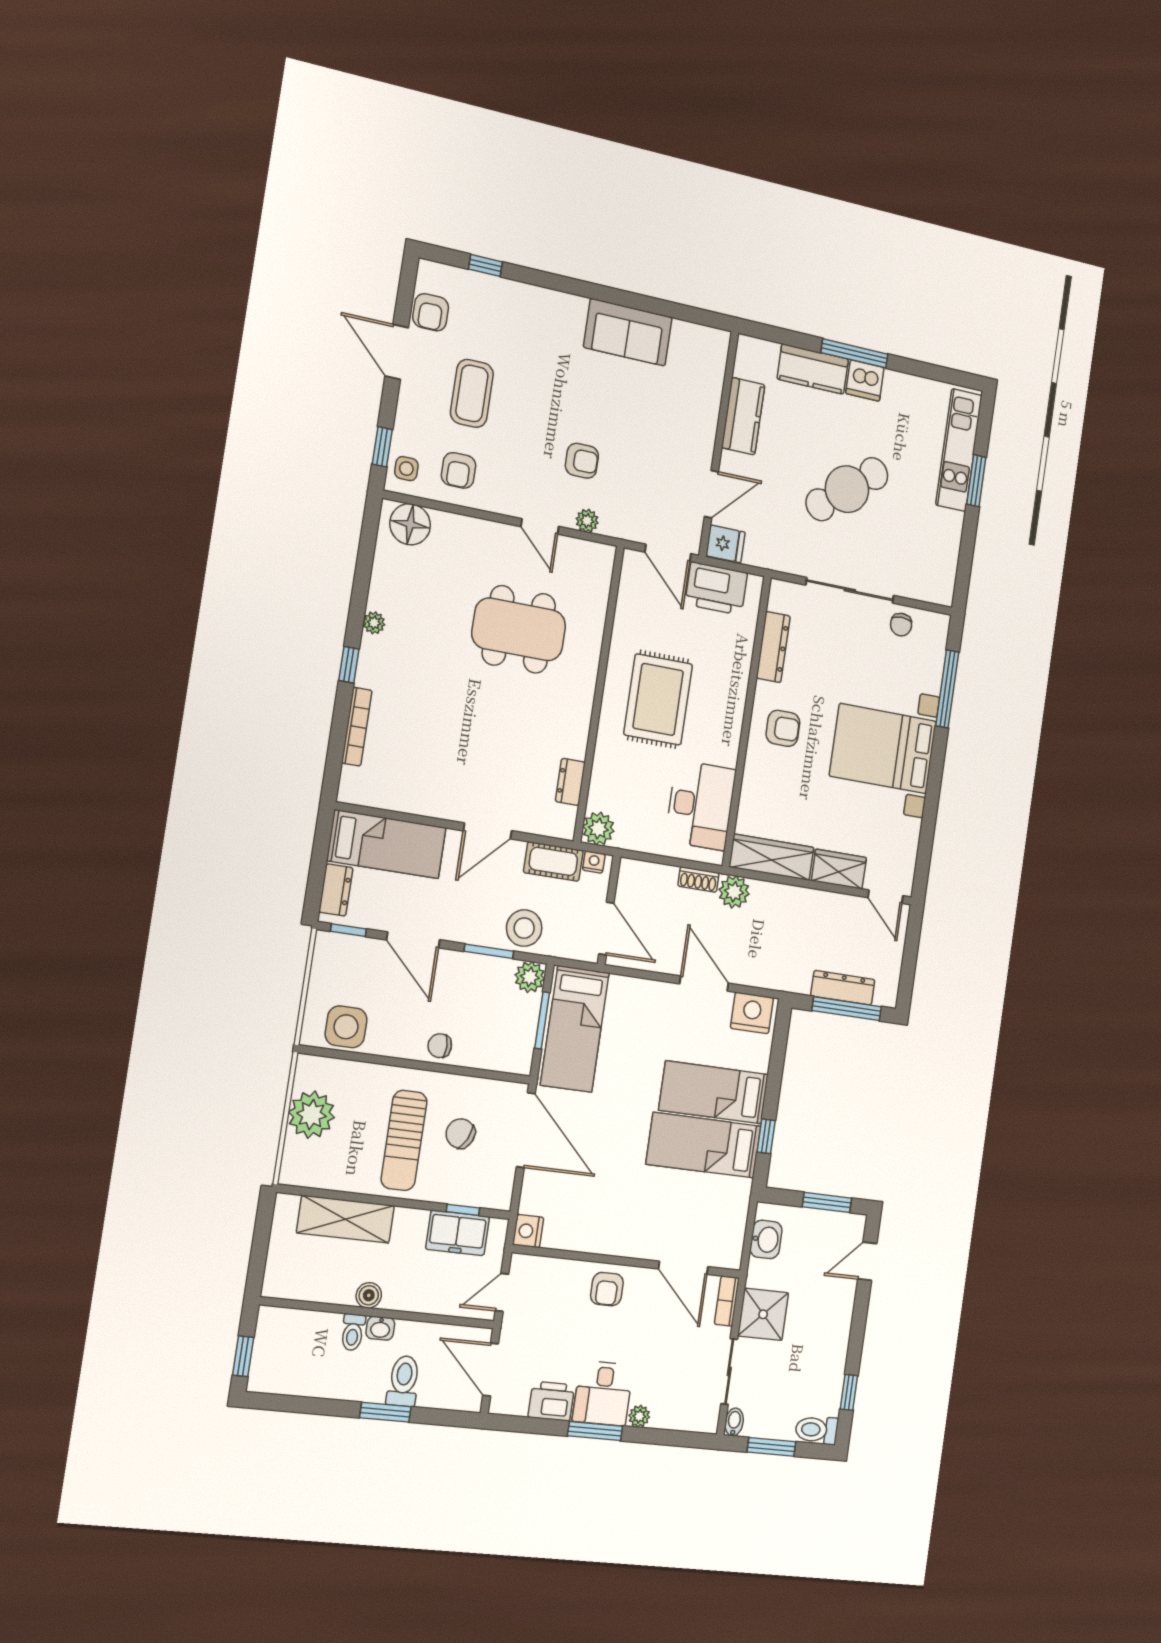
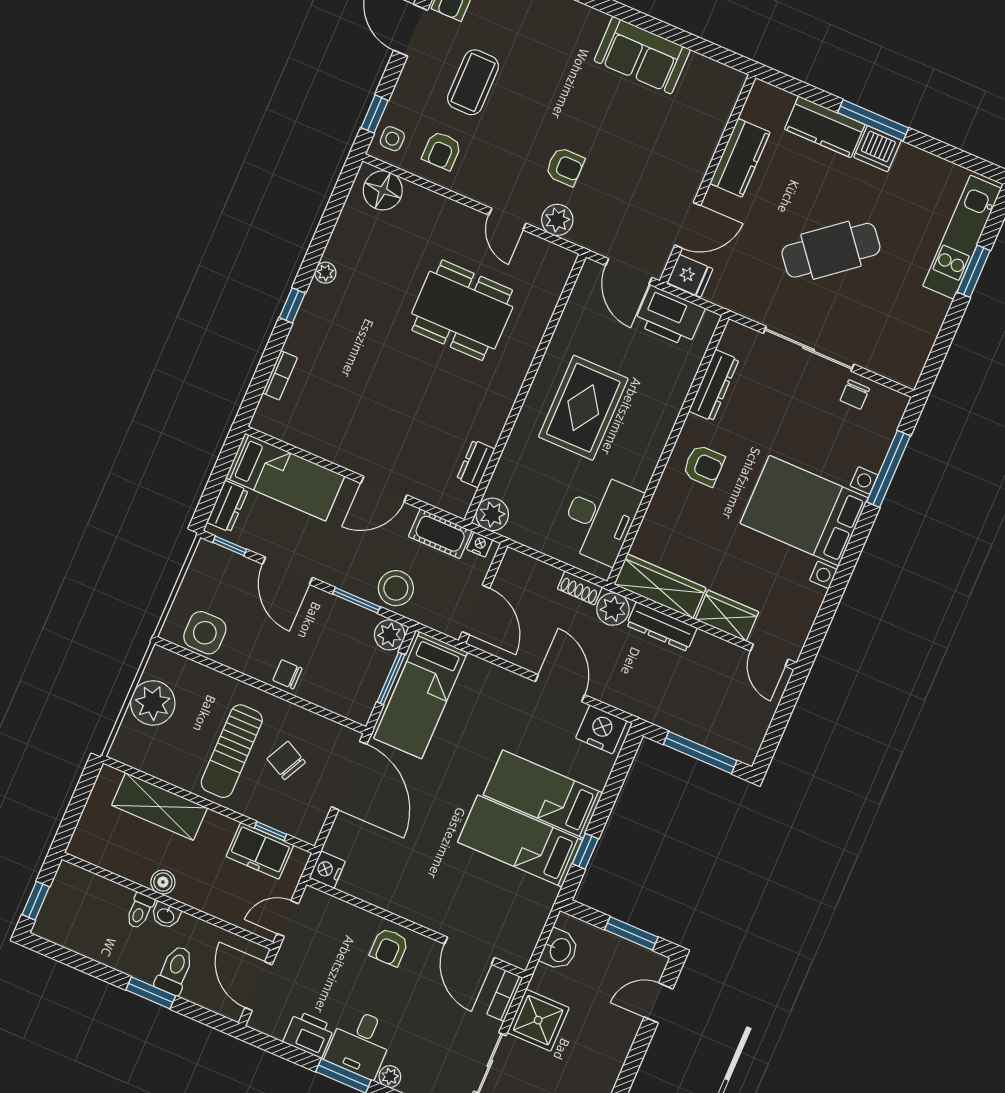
plant: (587, 521) -> (557, 220), width x1.38, depth x1.38
bookcase: (357, 727) -> (280, 375), width x0.64
dresser: (843, 988) -> (662, 627), moved, turned 180

